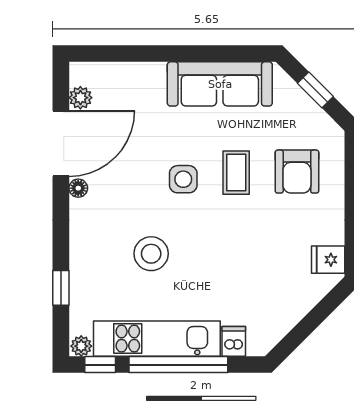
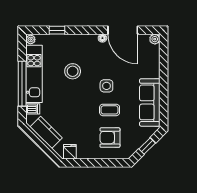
plant: (80, 98) -> (155, 39), moved
kitchen counter: (286, 312) -> (46, 132), added
window: (100, 365) -> (22, 48), removed

